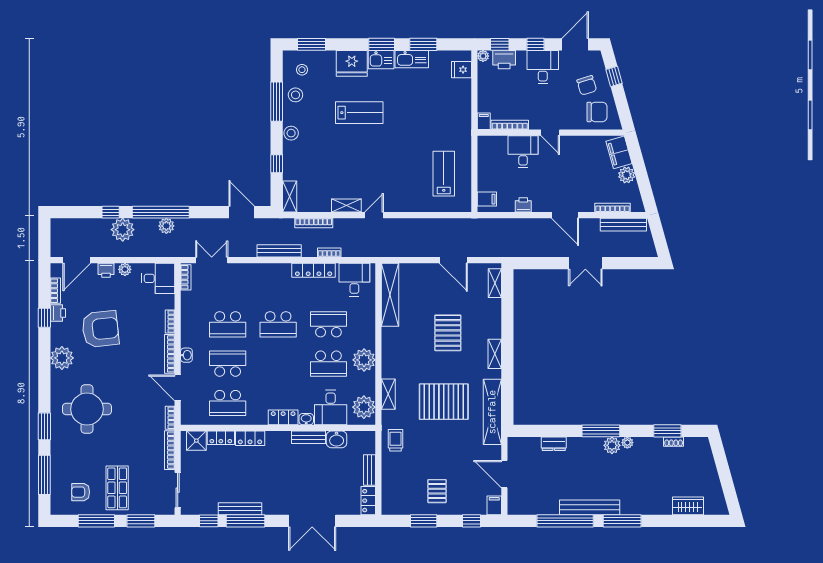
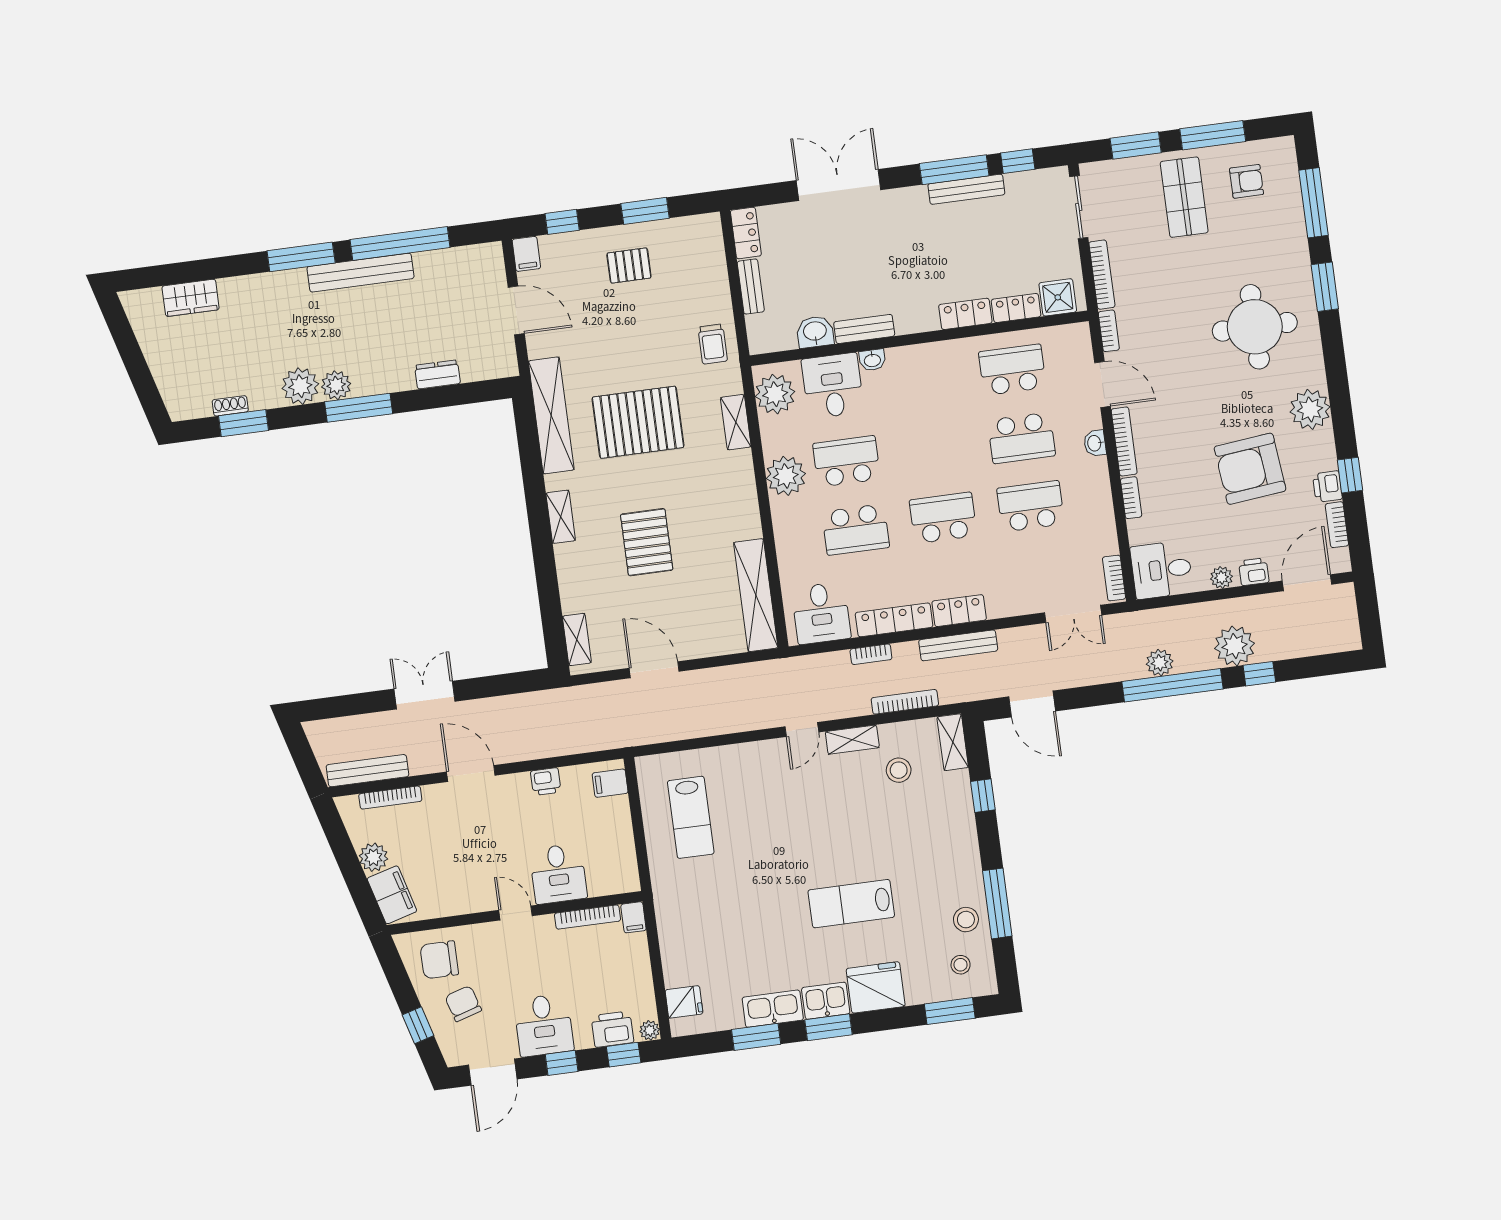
stool: (291, 133) -> (899, 770), moved
locker: (283, 417) -> (959, 611), moved, turned 180
plant: (627, 443) -> (300, 386), width x1.88, depth x1.88
pallet: (437, 491) -> (629, 265), turned 90

